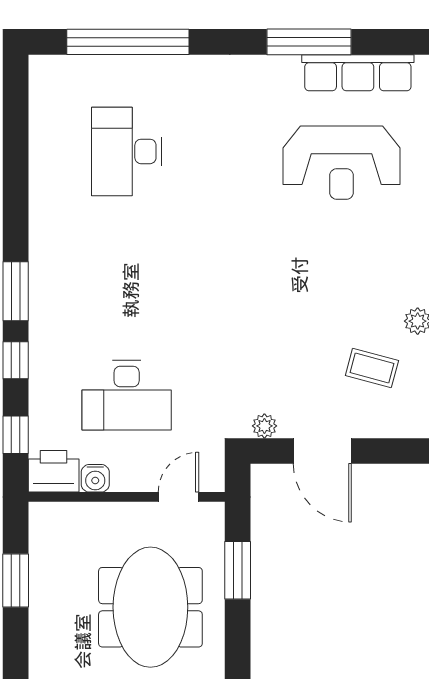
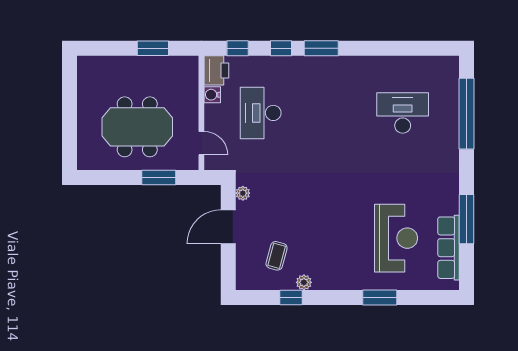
reception desk: (342, 163) -> (396, 238), turned 180

